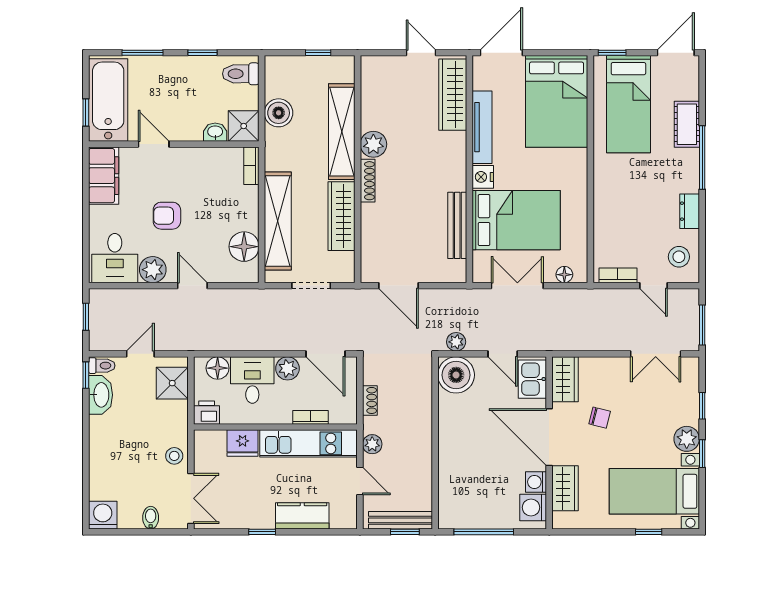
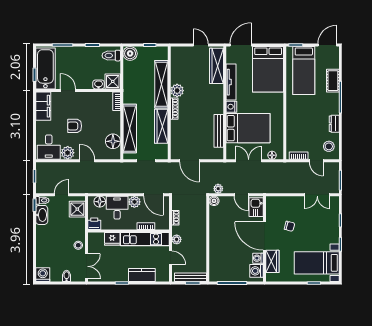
boiler: (279, 113) -> (130, 53), moved
boiler: (456, 375) -> (214, 201), width x0.54, depth x0.54
wardrobe: (565, 379) -> (272, 207), removed
plant: (687, 439) -> (333, 237), removed

